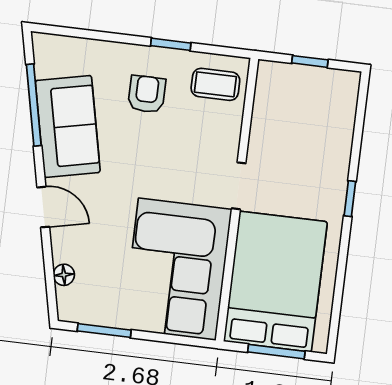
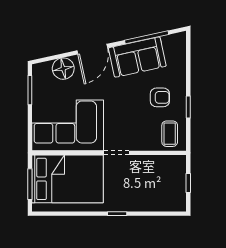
door: (43, 207) -> (92, 49), width x1.38
floor lamp: (64, 275) -> (63, 69), width x1.89, depth x1.89

